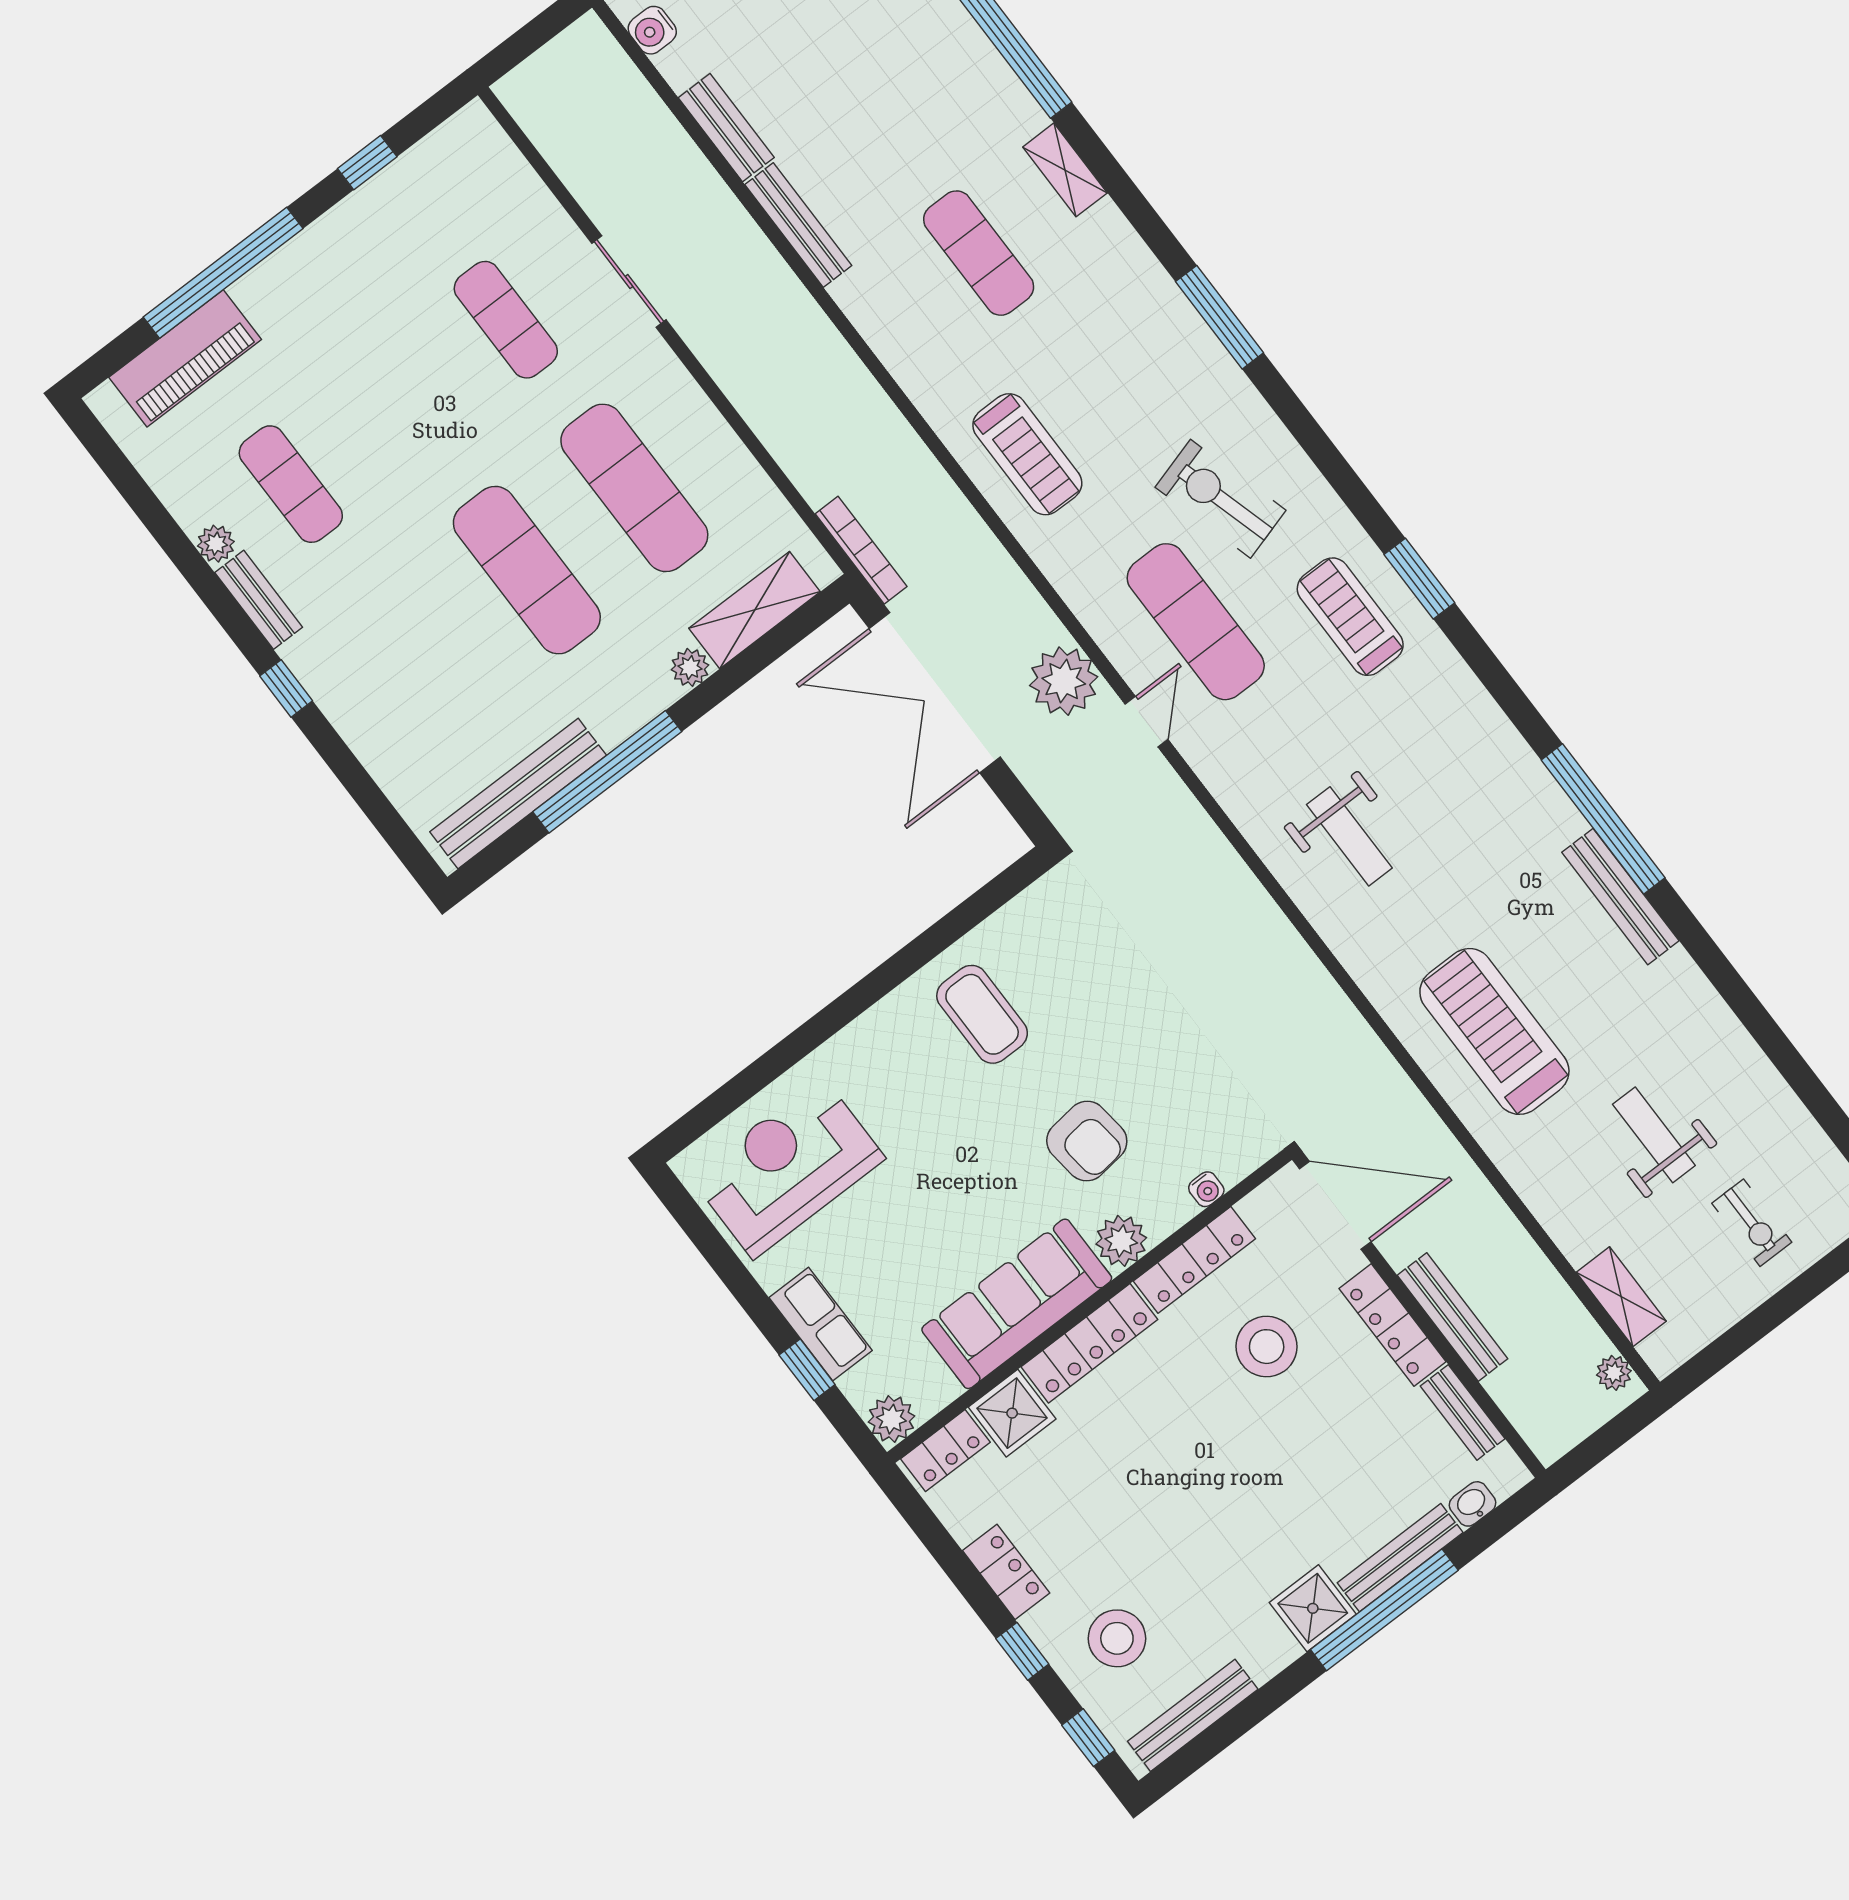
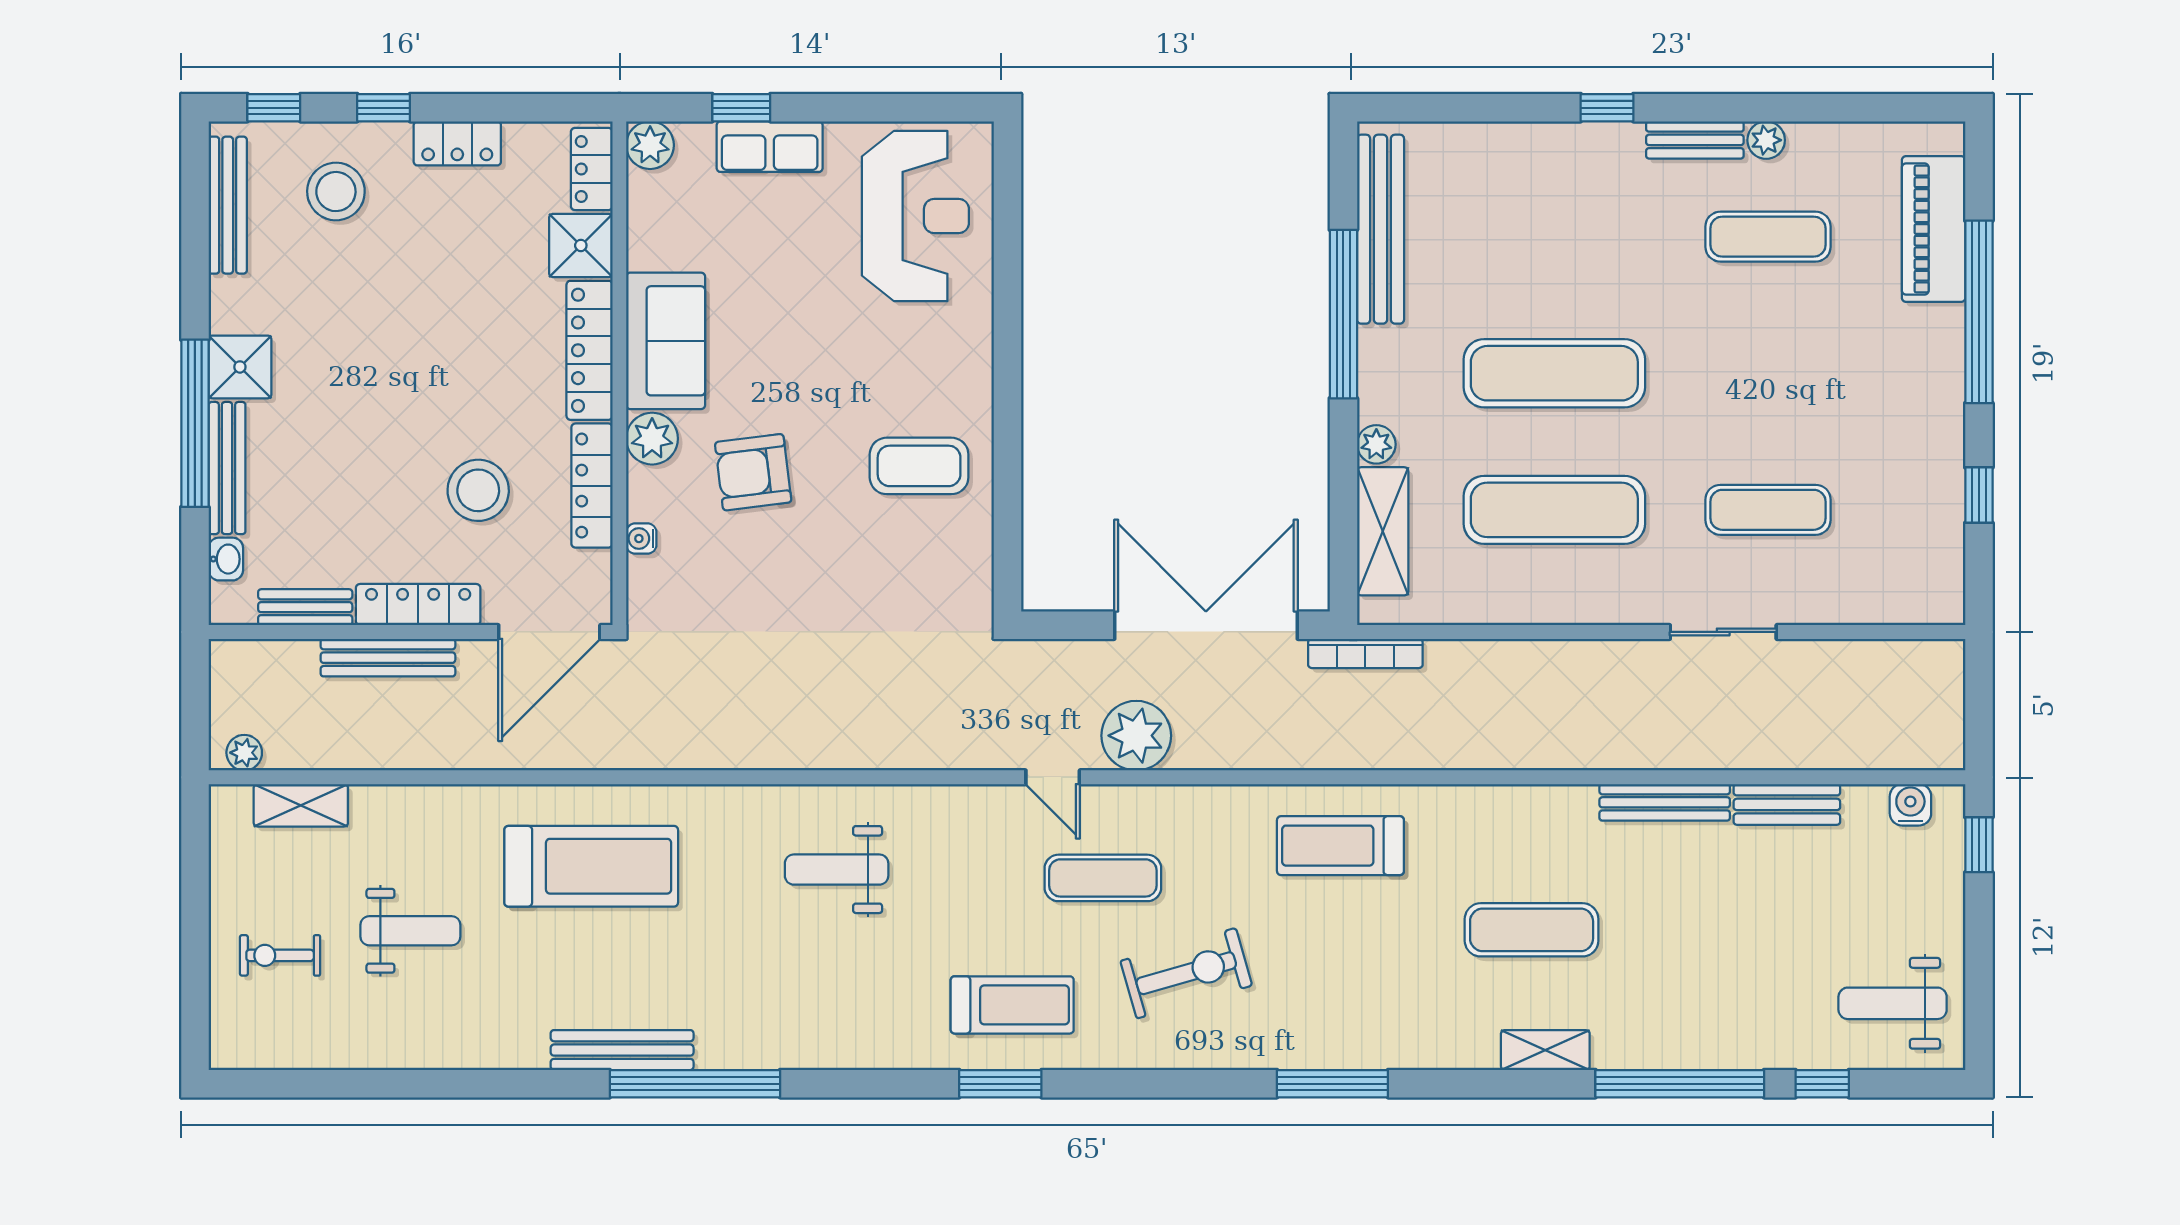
exercise mat: (1196, 622) -> (1103, 878), width x0.73, depth x0.69
sofa: (1017, 1304) -> (666, 341), width x0.73

